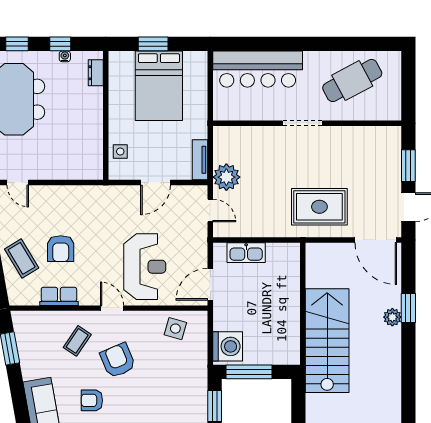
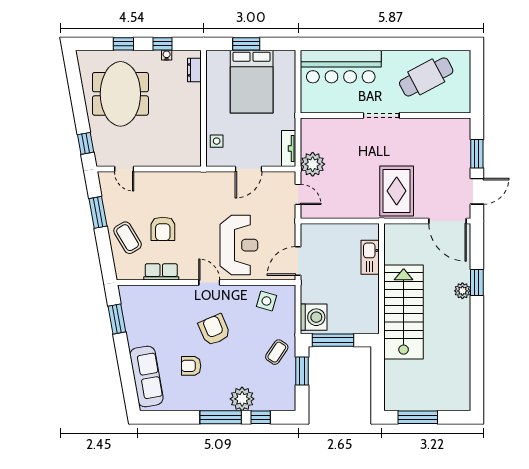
rug: (319, 207) -> (397, 191), turned 90
kitchen sink: (246, 253) -> (370, 257), moved, turned 90
coffee table: (77, 341) -> (277, 352), moved

